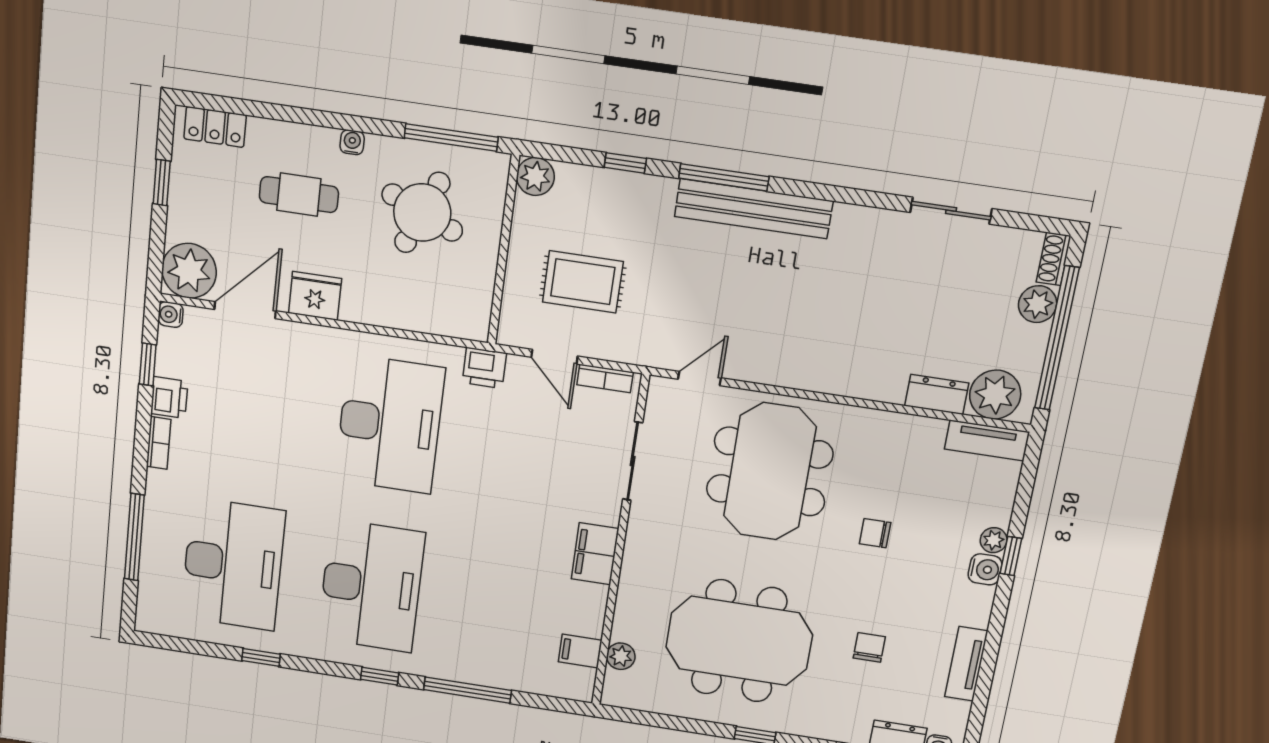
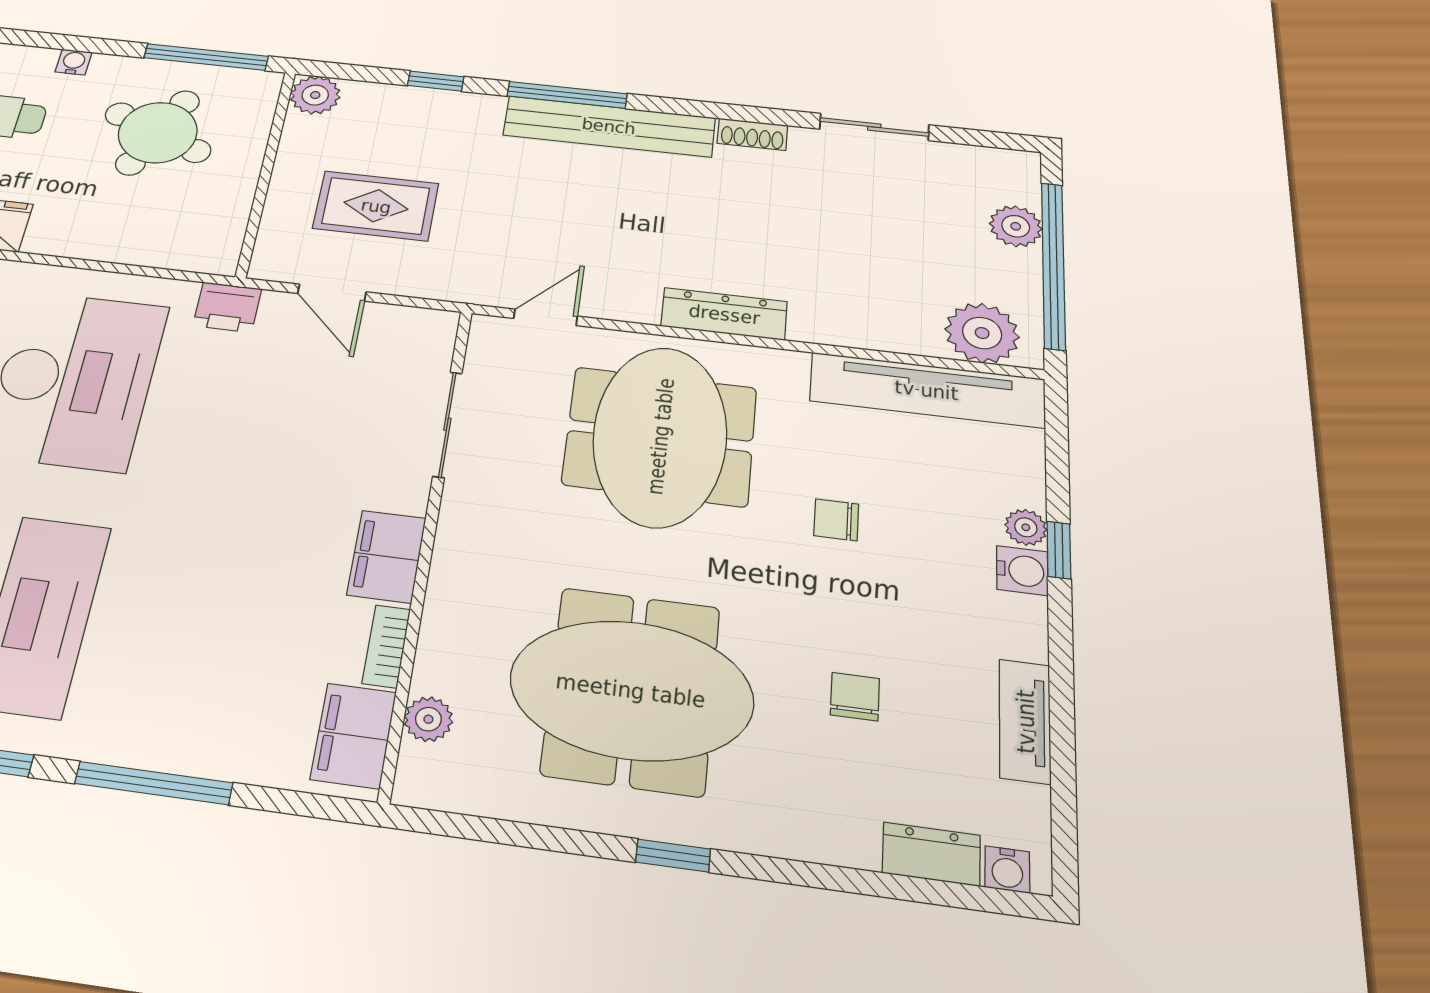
shoe rack: (1054, 259) -> (752, 134), moved, turned -90
bookcase: (605, 378) -> (386, 646), moved, turned 90
dresser: (937, 394) -> (724, 314), moved, width x1.44
tv unit: (987, 440) -> (927, 390), width x1.92, depth x1.29
filing cabinet: (580, 651) -> (353, 736), width x2.00

